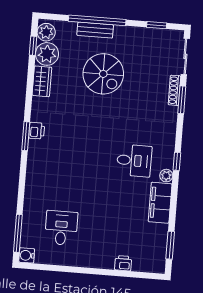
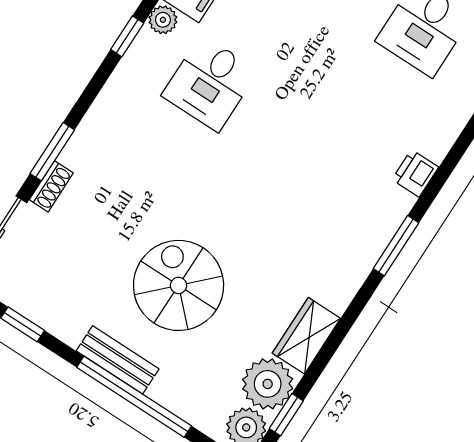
bench: (95, 30) -> (118, 360), moved
shoe rack: (174, 90) -> (51, 186), width x0.70
printer: (37, 131) -> (415, 173), moved
desk: (134, 161) -> (210, 83), turned -90

